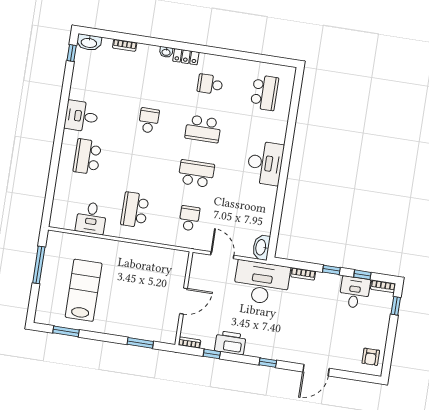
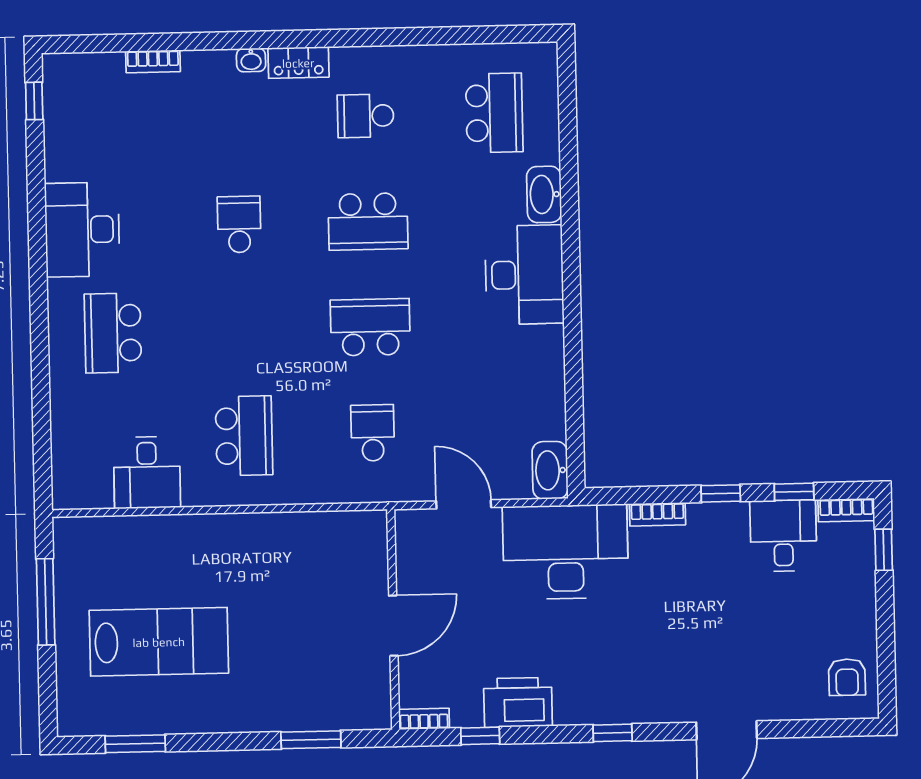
washbasin: (89, 42) -> (544, 194), moved, turned 90
desk: (81, 116) -> (82, 230), width x1.37
school desk: (135, 210) -> (244, 436), turned 180
lab bench: (84, 290) -> (159, 642), turned 90

